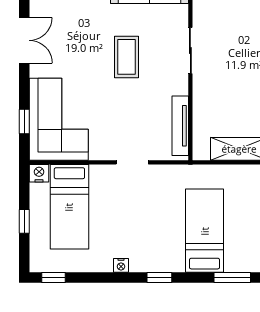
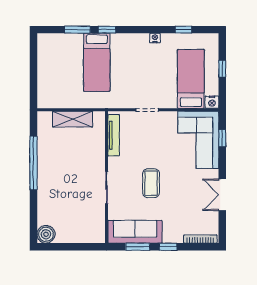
window: (54, 277) -> (183, 30), moved
window: (159, 277) -> (107, 30), moved

